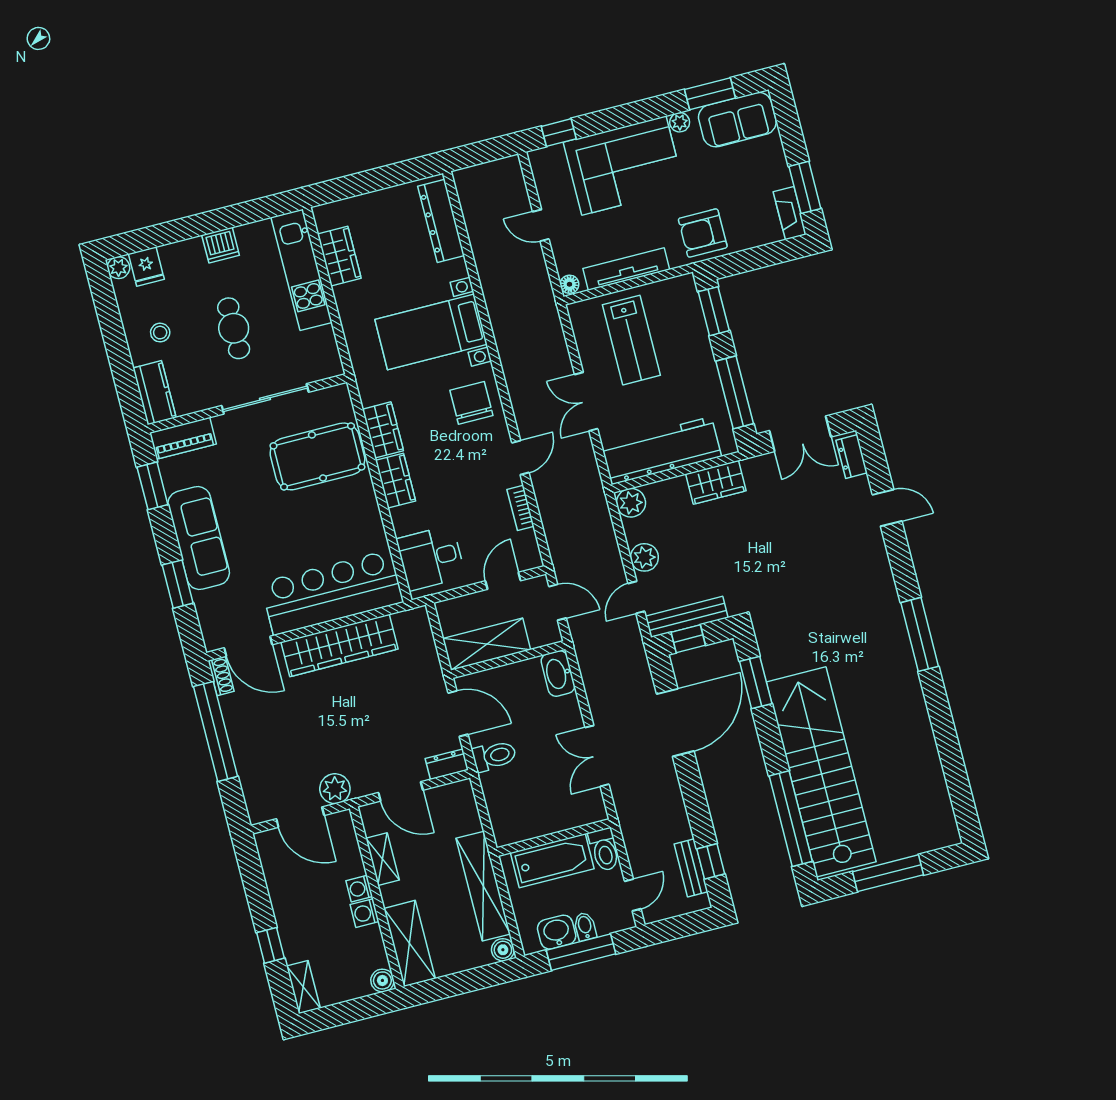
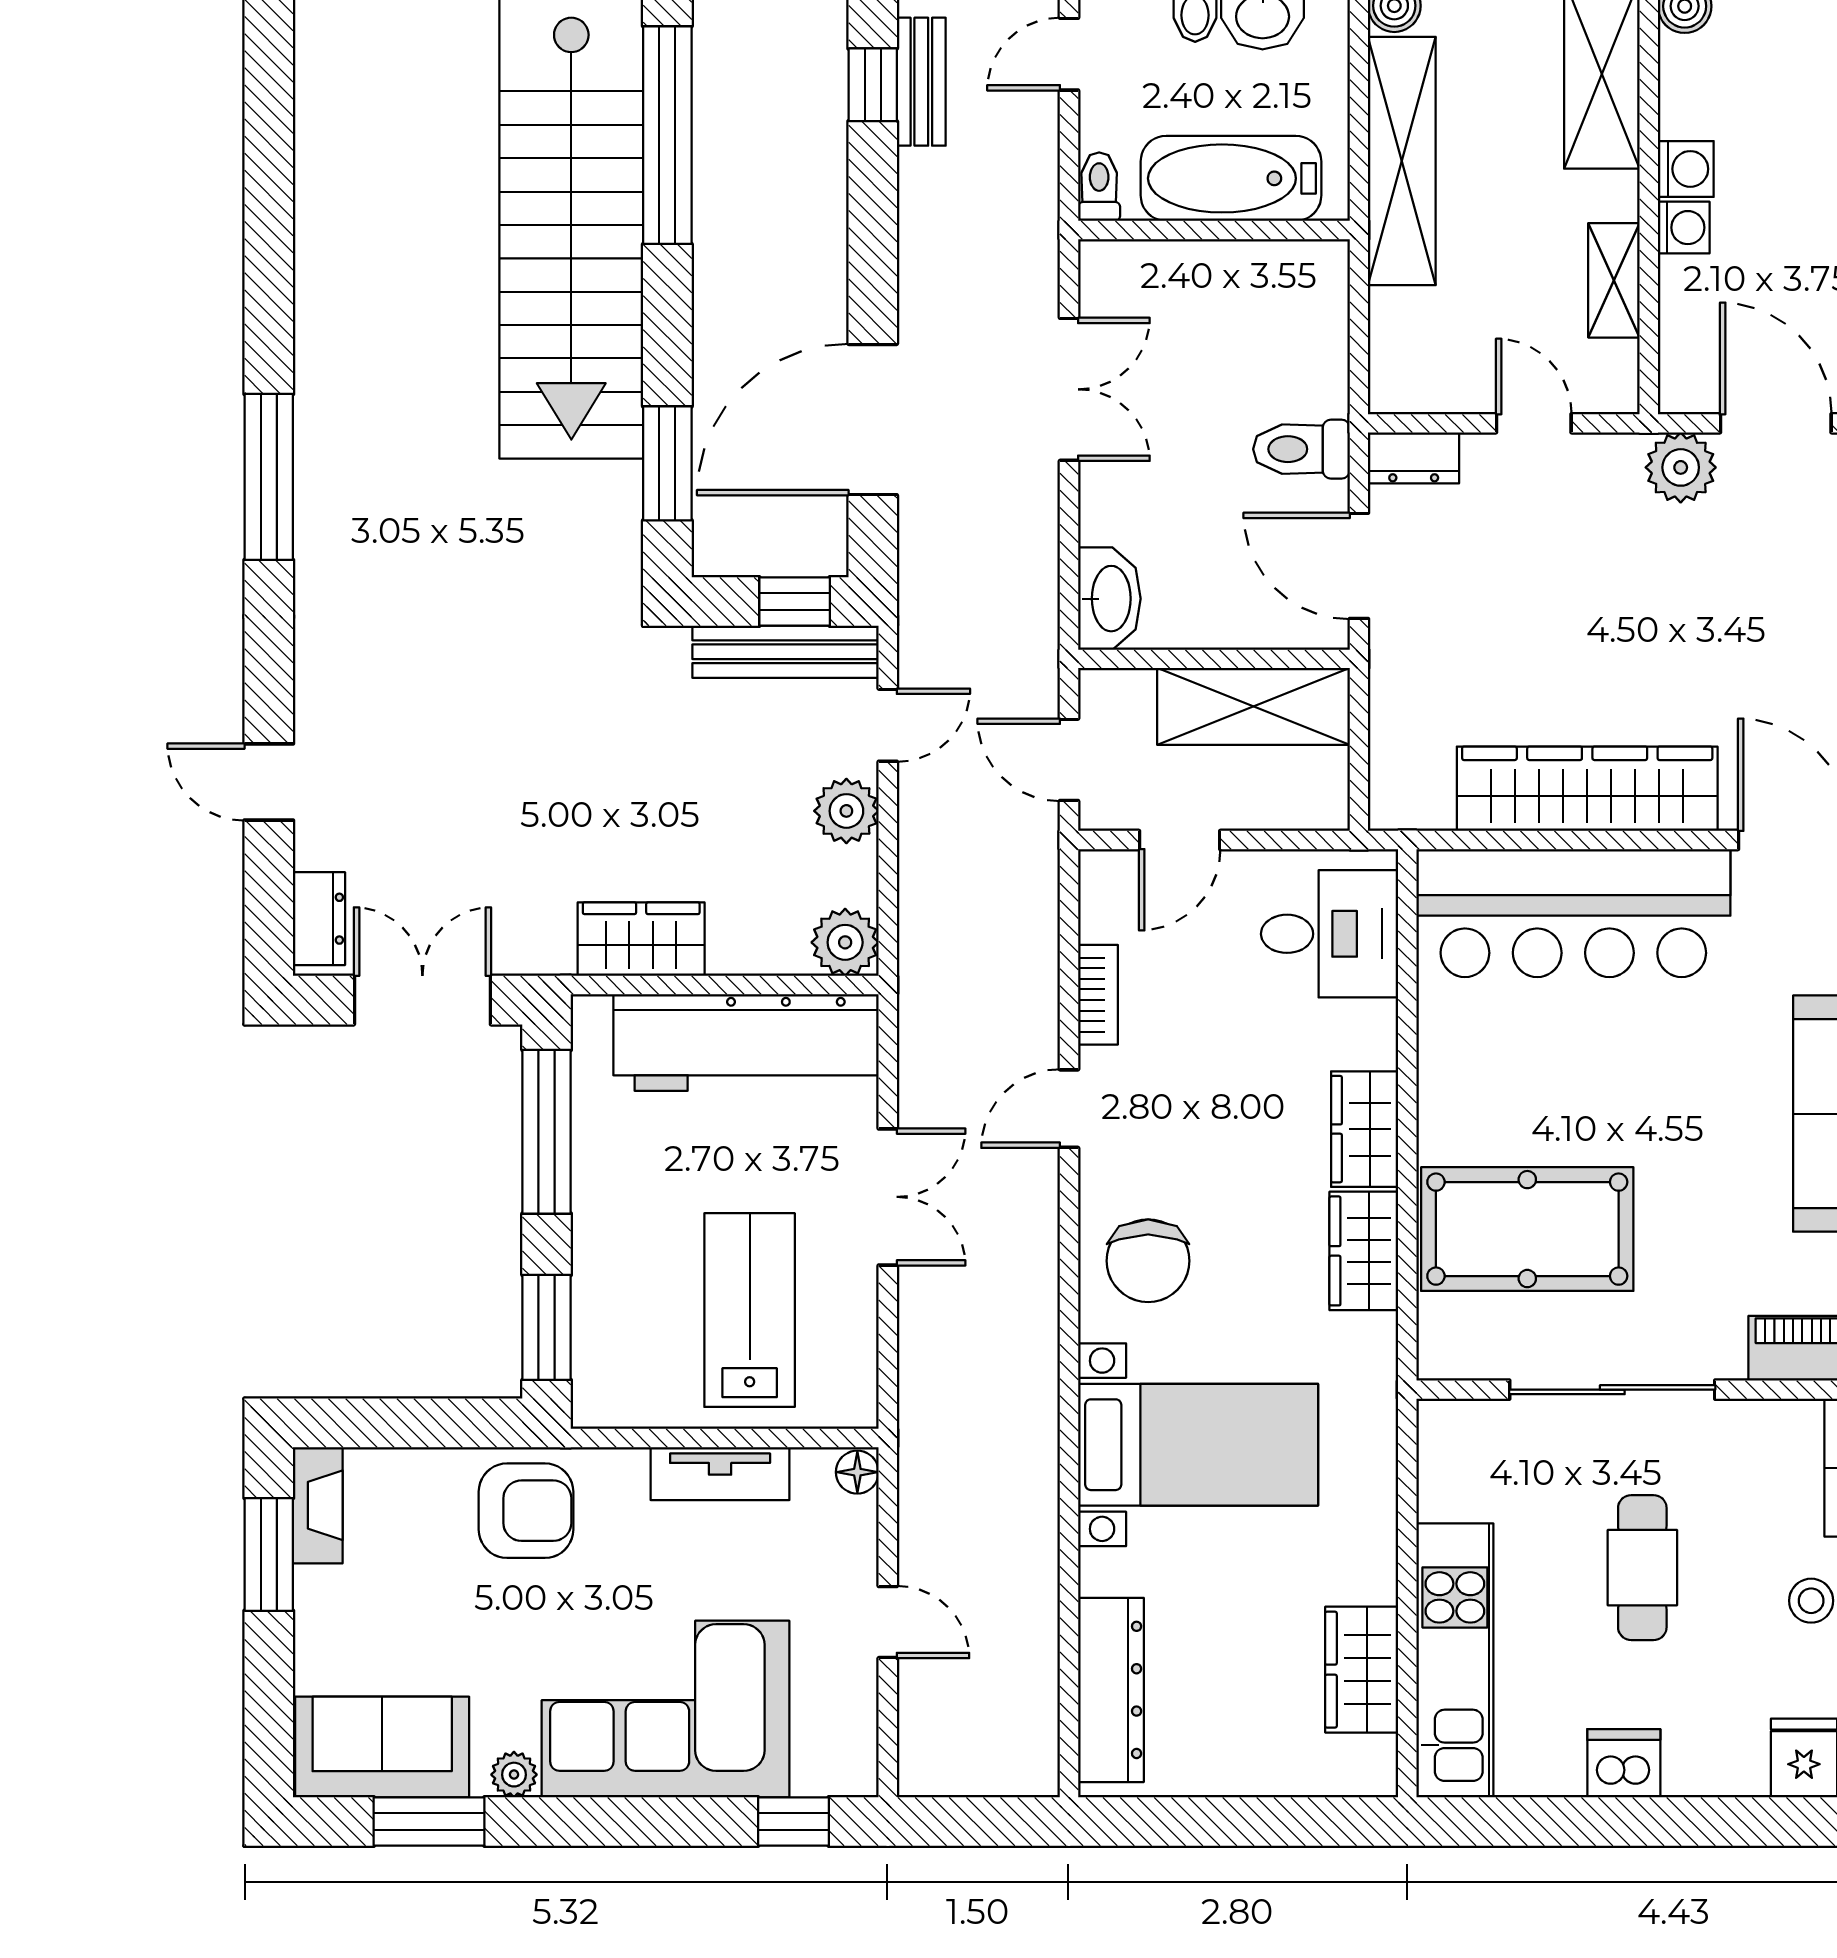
tv unit: (626, 269) -> (720, 1474), width x0.71
door: (401, 791) -> (1534, 423), width x0.73
toilet: (604, 850) -> (1099, 187), width x0.73, depth x0.72

